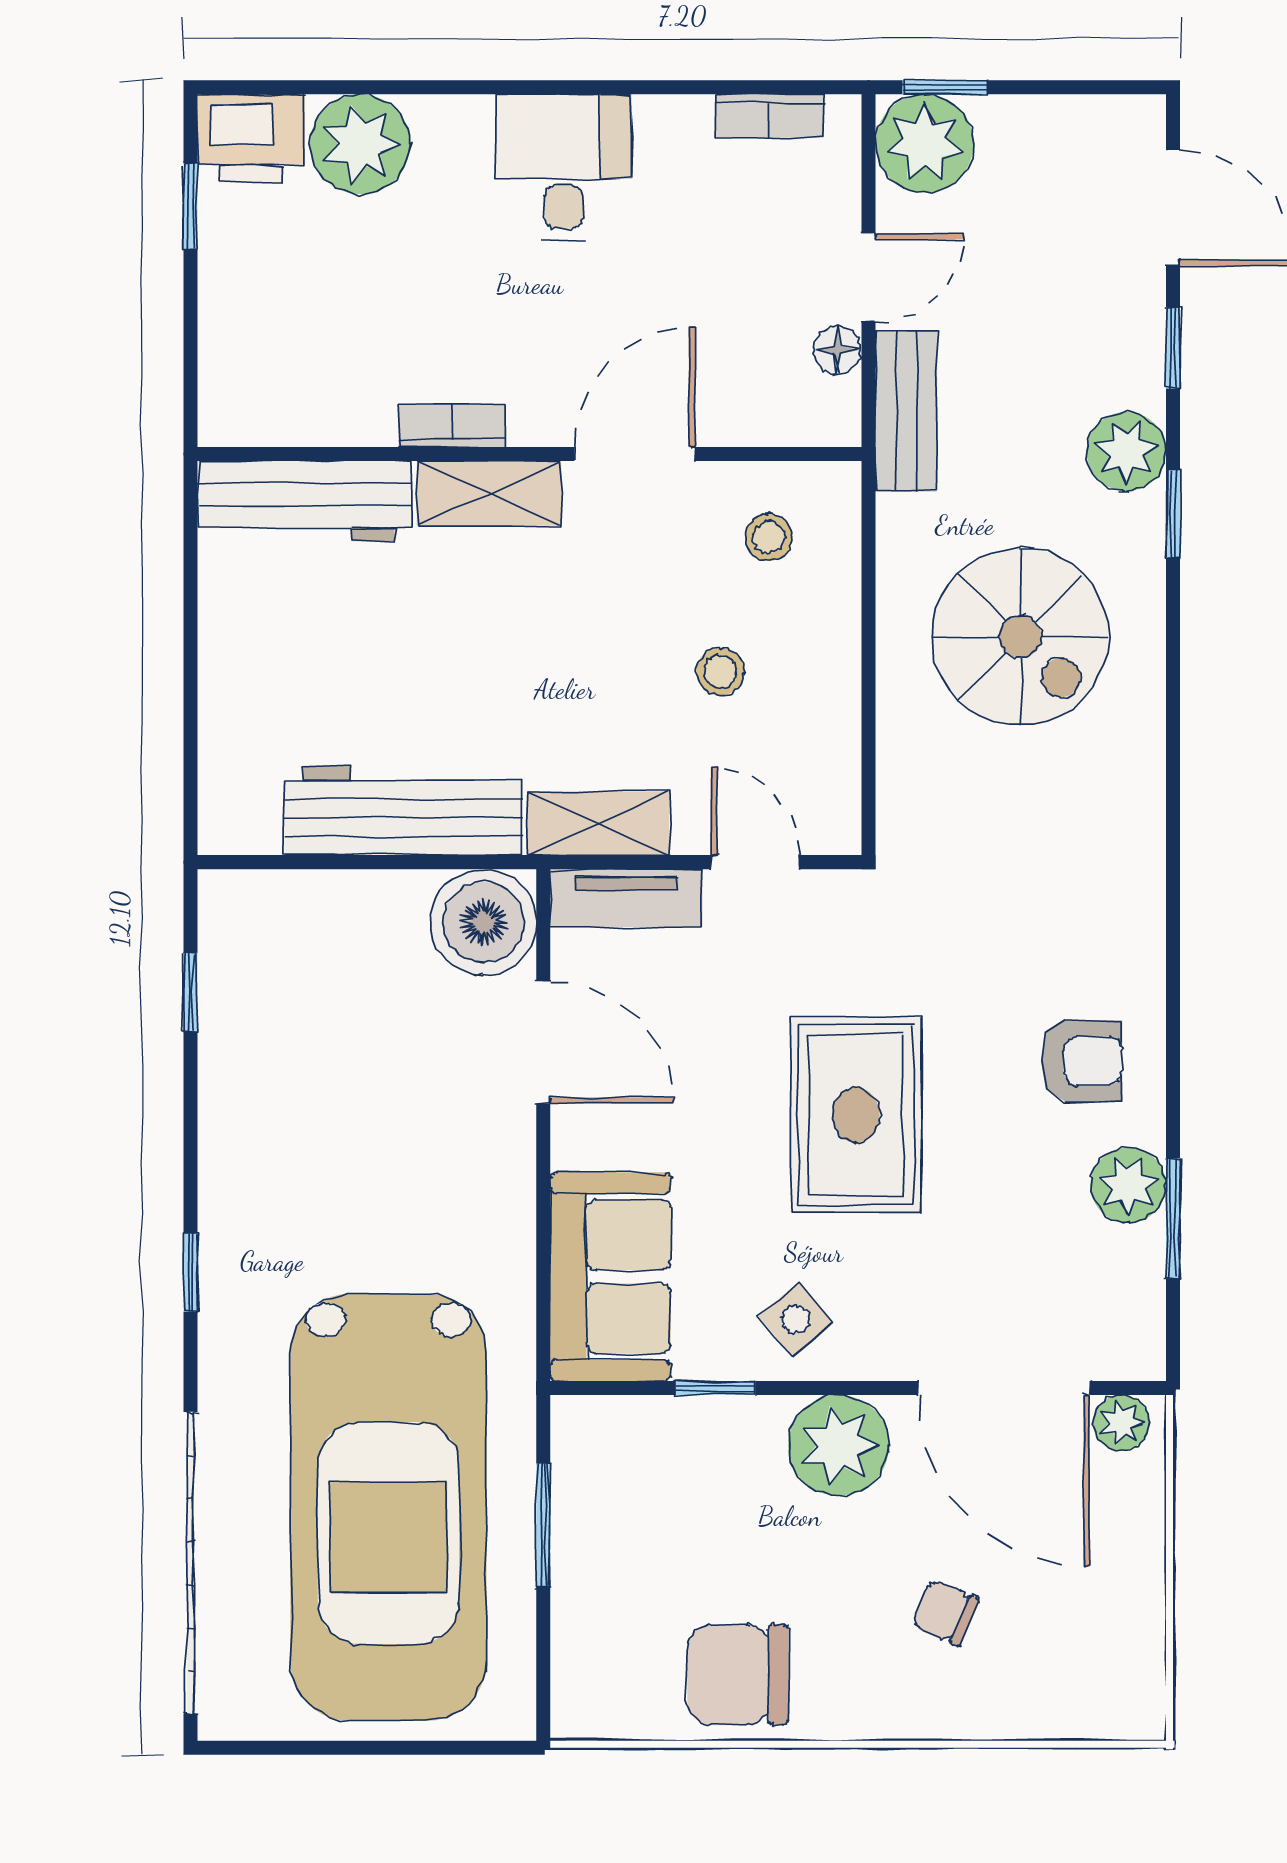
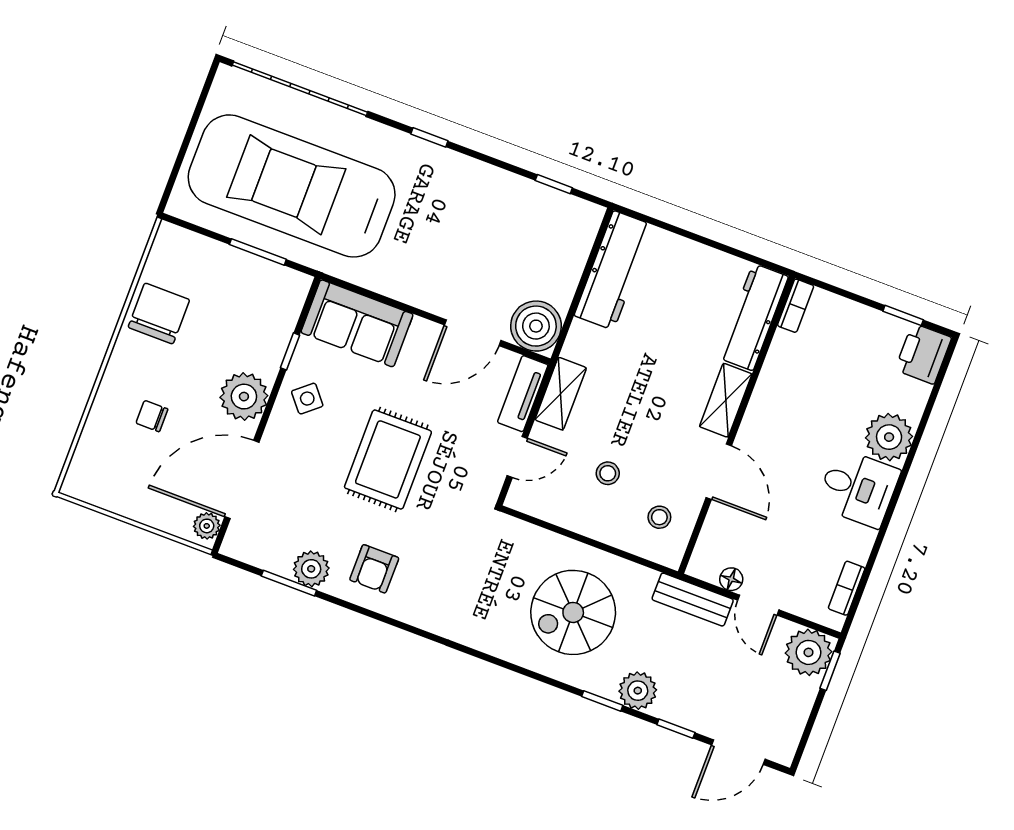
plant: (360, 144) -> (889, 437), moved
bookcase: (452, 426) -> (796, 306), moved
workbench: (403, 811) -> (613, 270), moved
rug: (856, 1115) -> (388, 459), turned 90
chair: (945, 1612) -> (152, 416), turned -113

